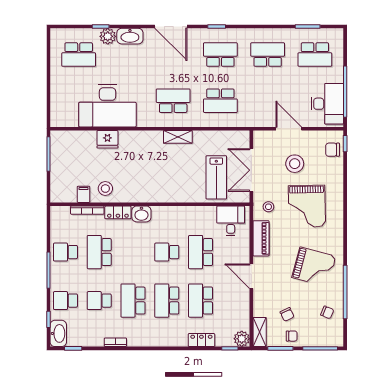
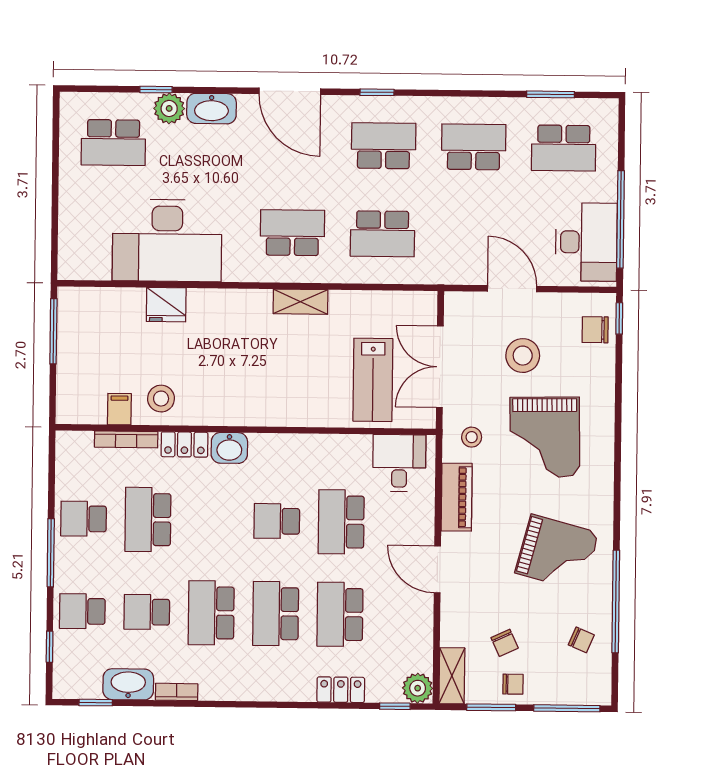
washbasin: (58, 333) -> (128, 684), moved, turned -90

